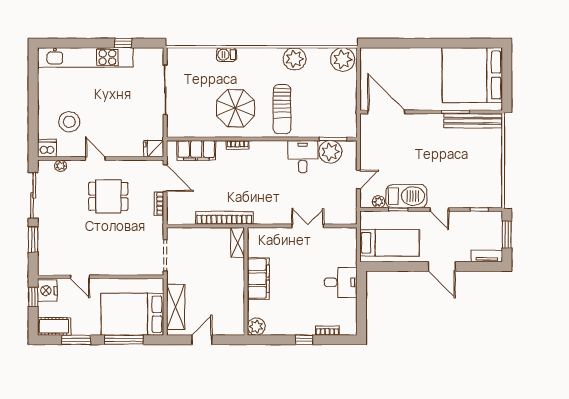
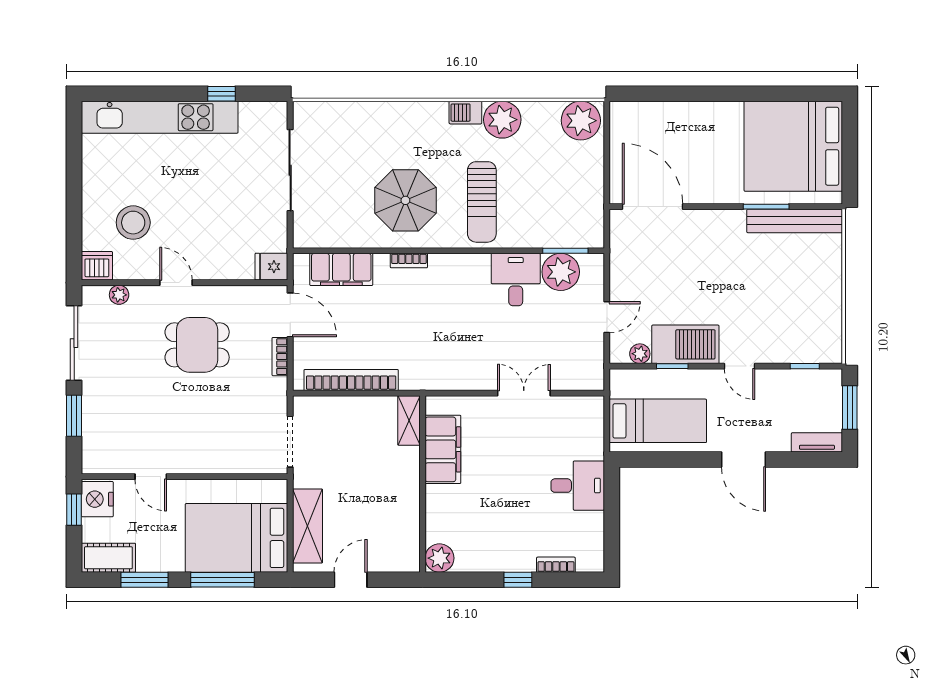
barbecue: (227, 55) -> (465, 113), moved
bookcase: (224, 218) -> (351, 380), moved
filing cabinet: (258, 279) -> (443, 449), moved

